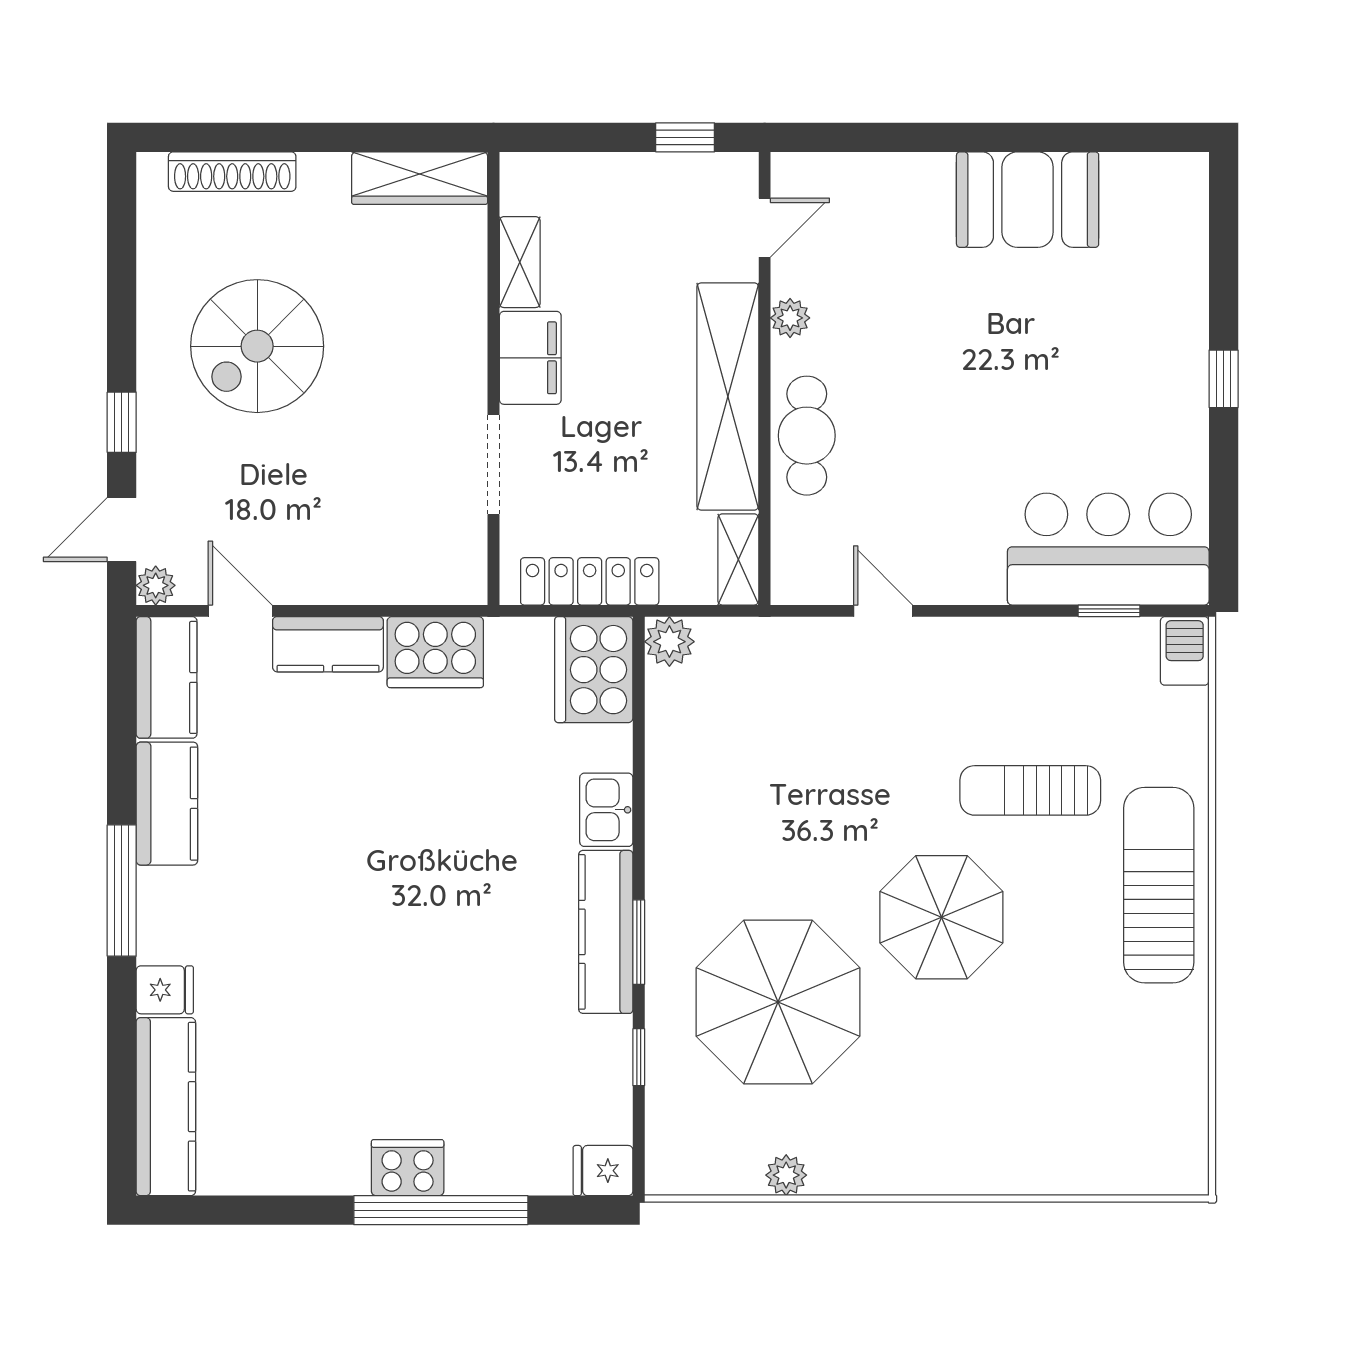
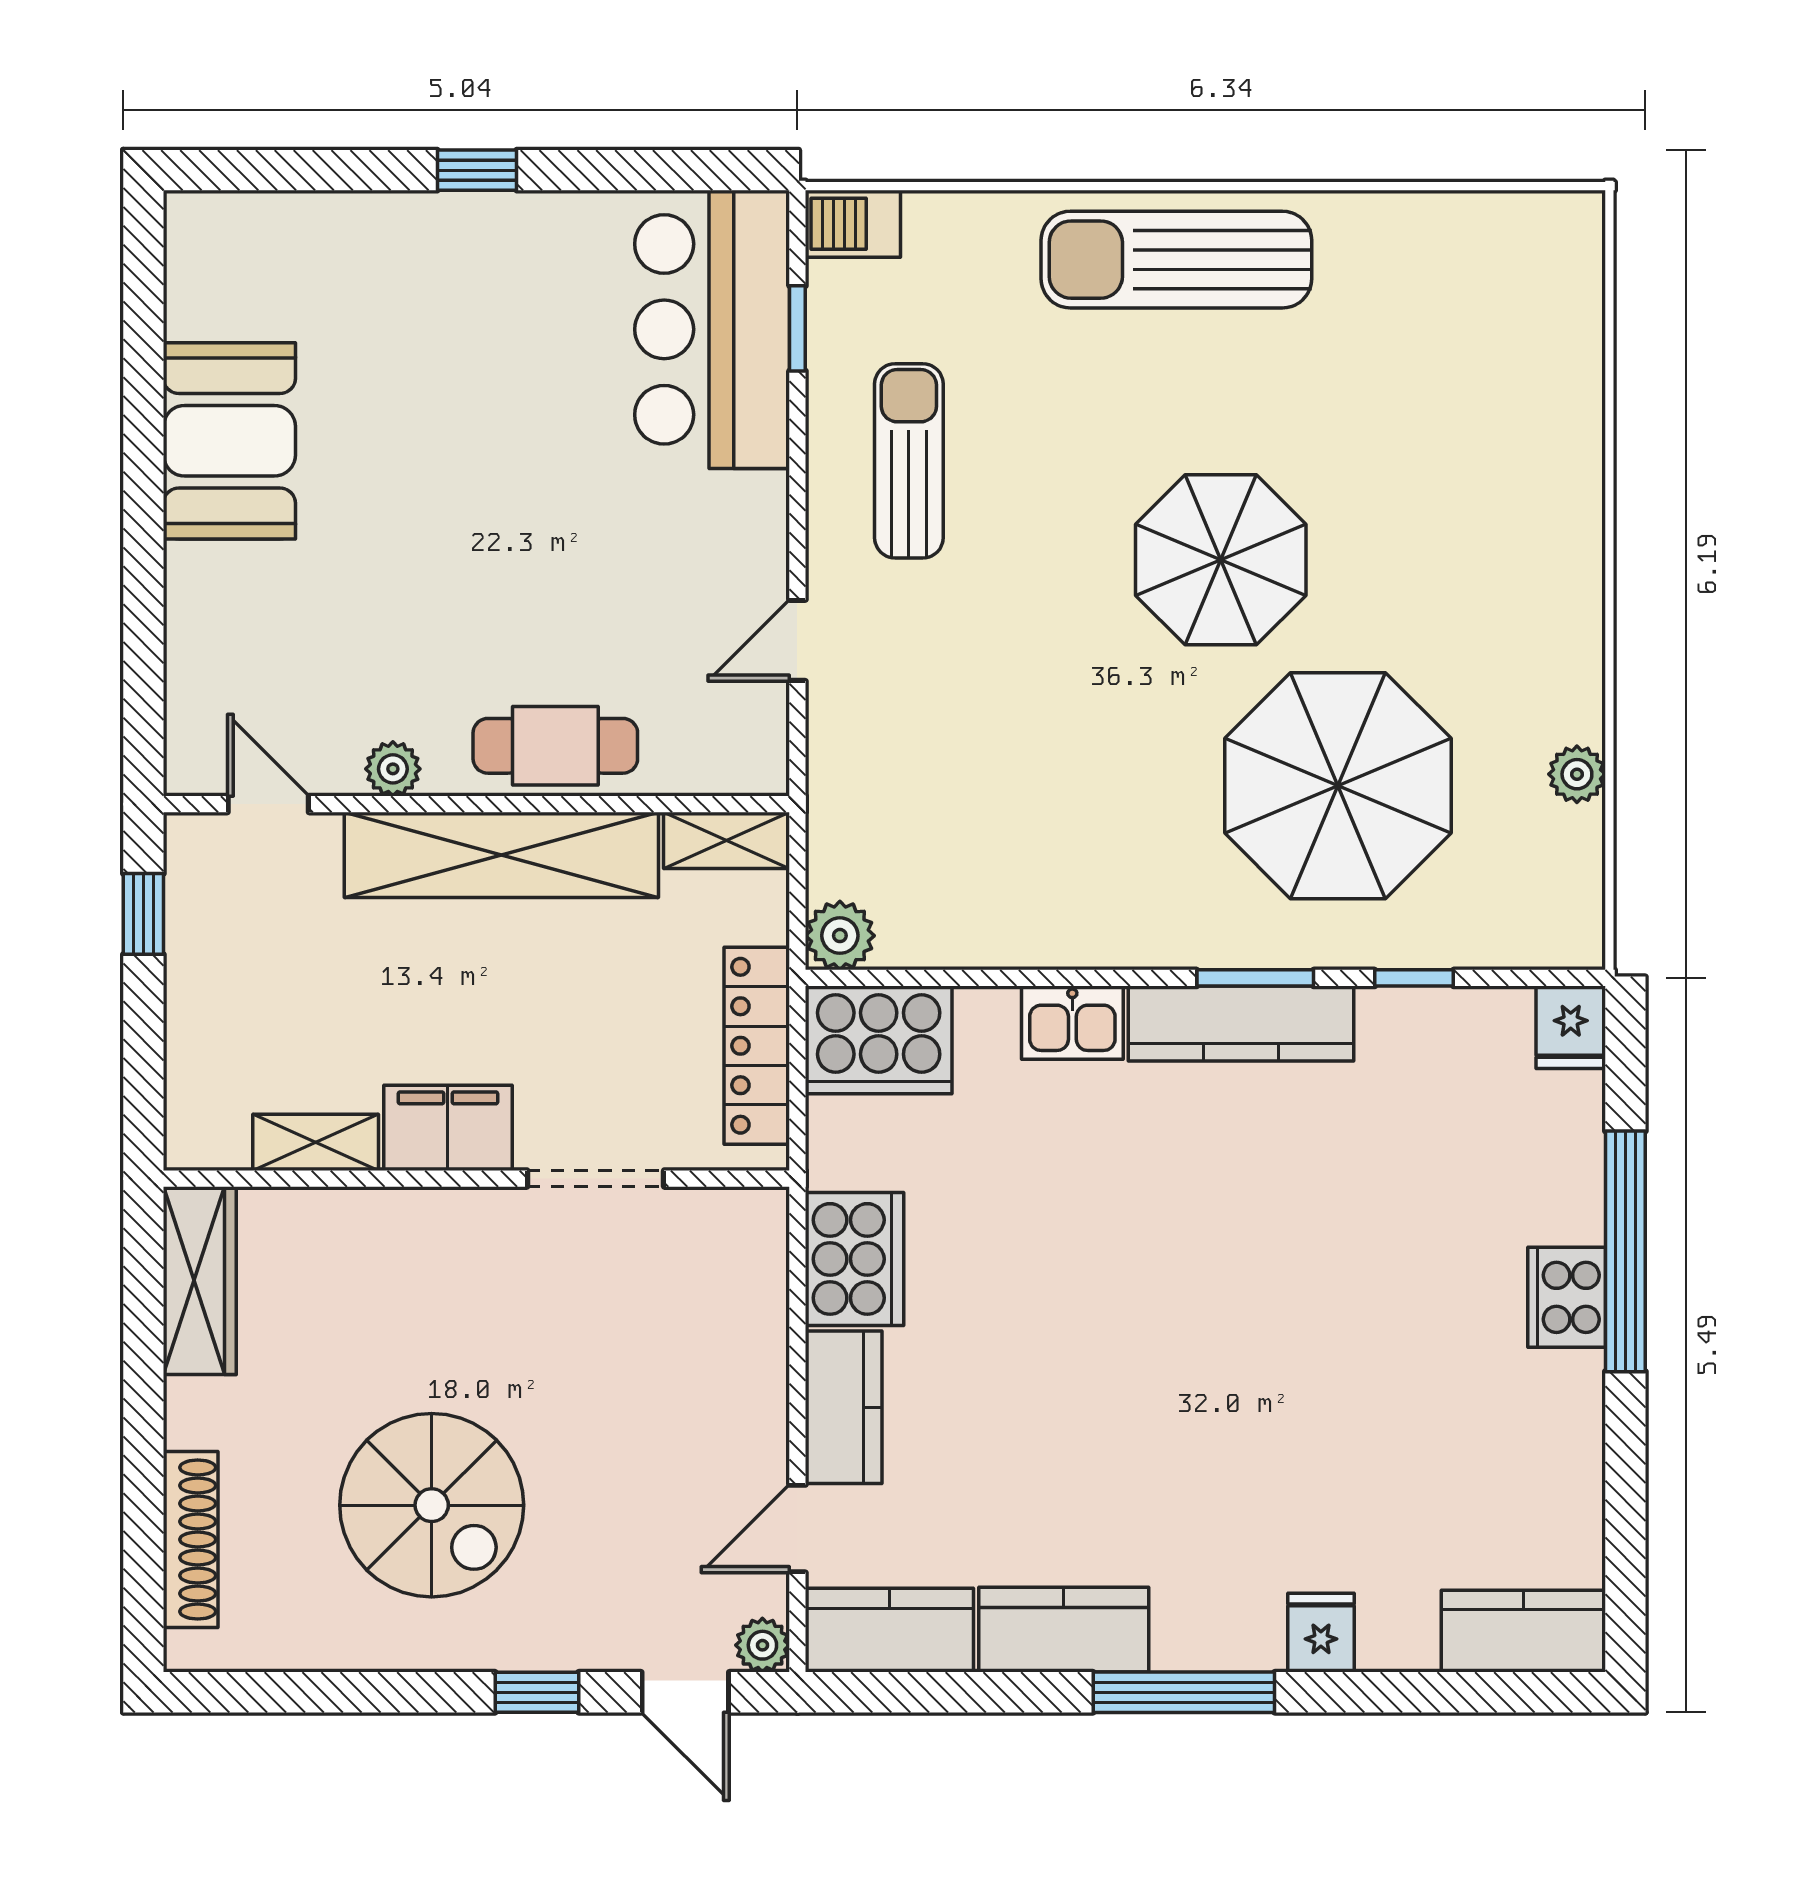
sun lounger: (1030, 790) -> (909, 461), moved, turned 180
kitchen counter: (166, 1107) -> (1523, 1631), width x0.67

